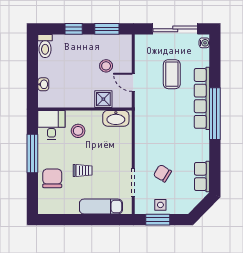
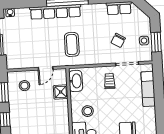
stool: (106, 66) -> (24, 86), moved
coffee table: (172, 74) -> (72, 44), moved, turned 90
trolley: (83, 171) -> (110, 81), moved

